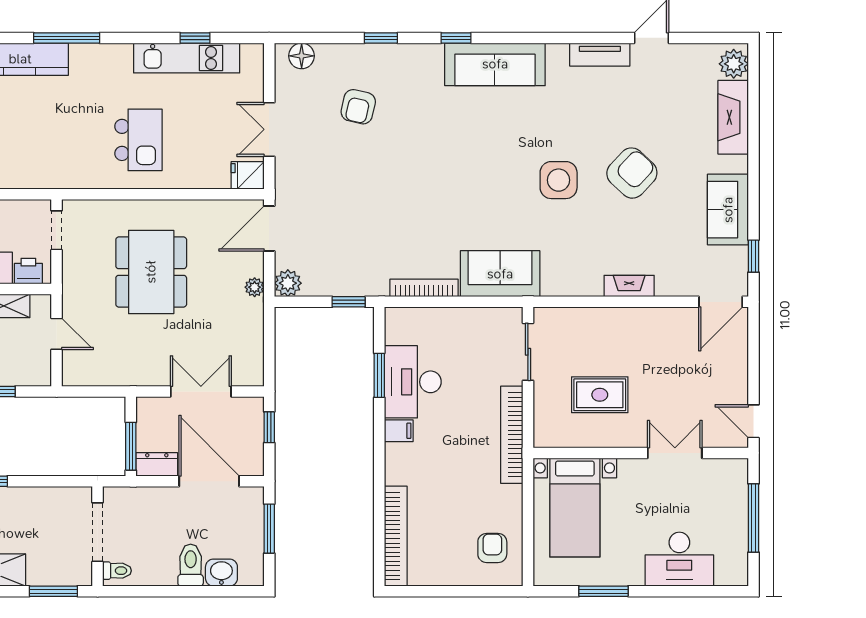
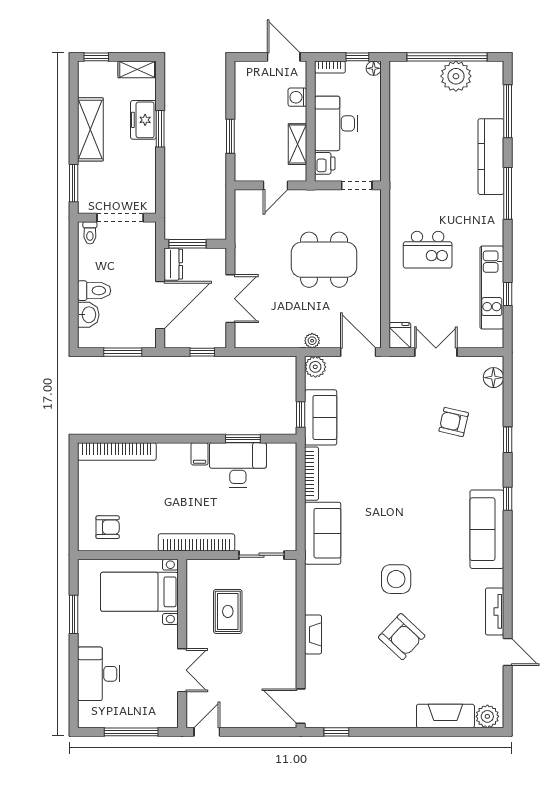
sofa: (728, 210) -> (321, 417), moved, turned 90

